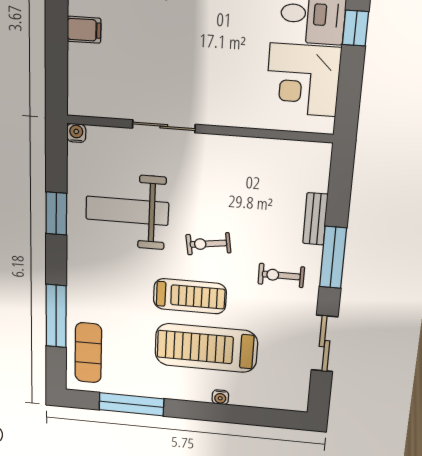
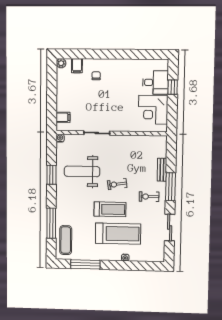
filing cabinet: (84, 30) -> (63, 117), moved
treadmill: (206, 348) -> (118, 234), turned 180

